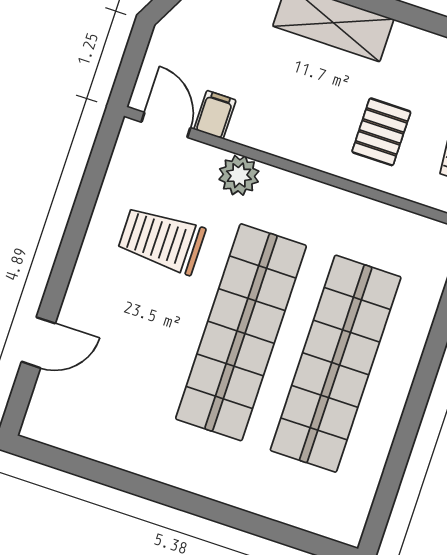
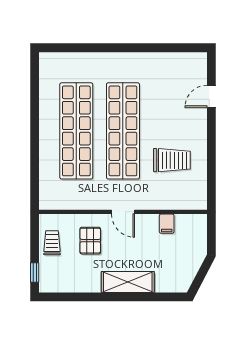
door: (166, 125) -> (123, 212), moved
plant: (239, 175) -> (147, 200), removed

